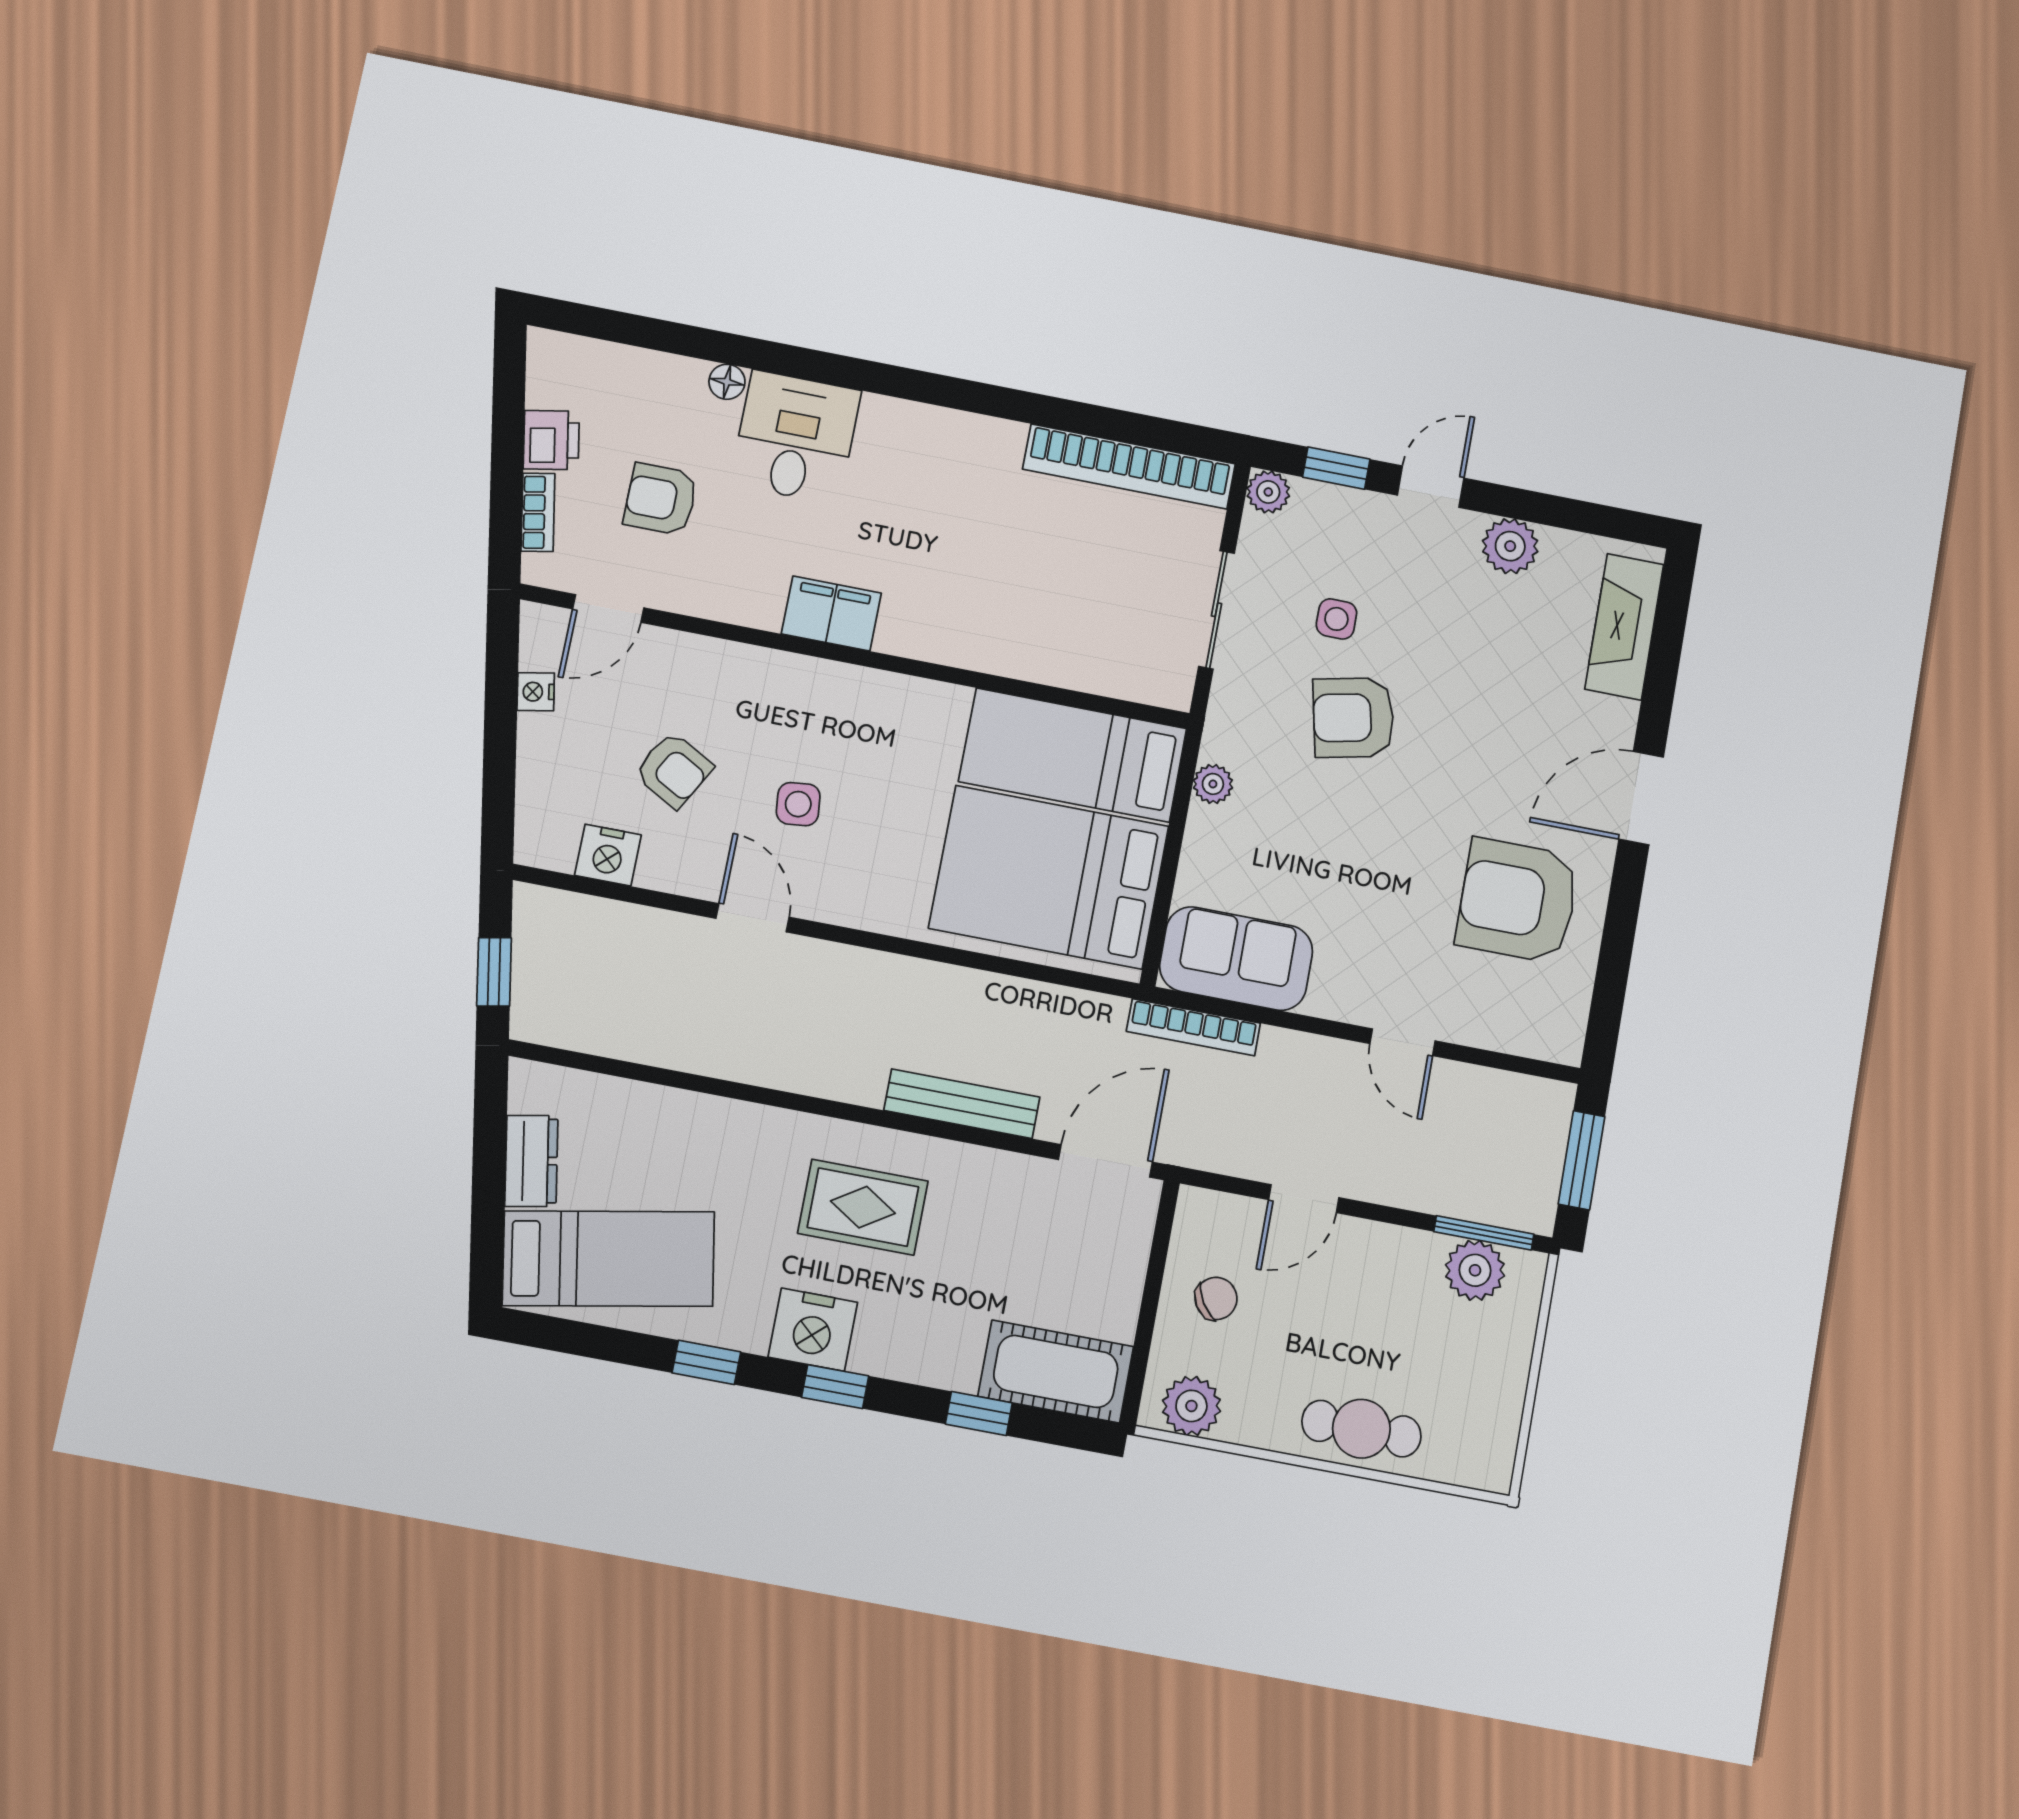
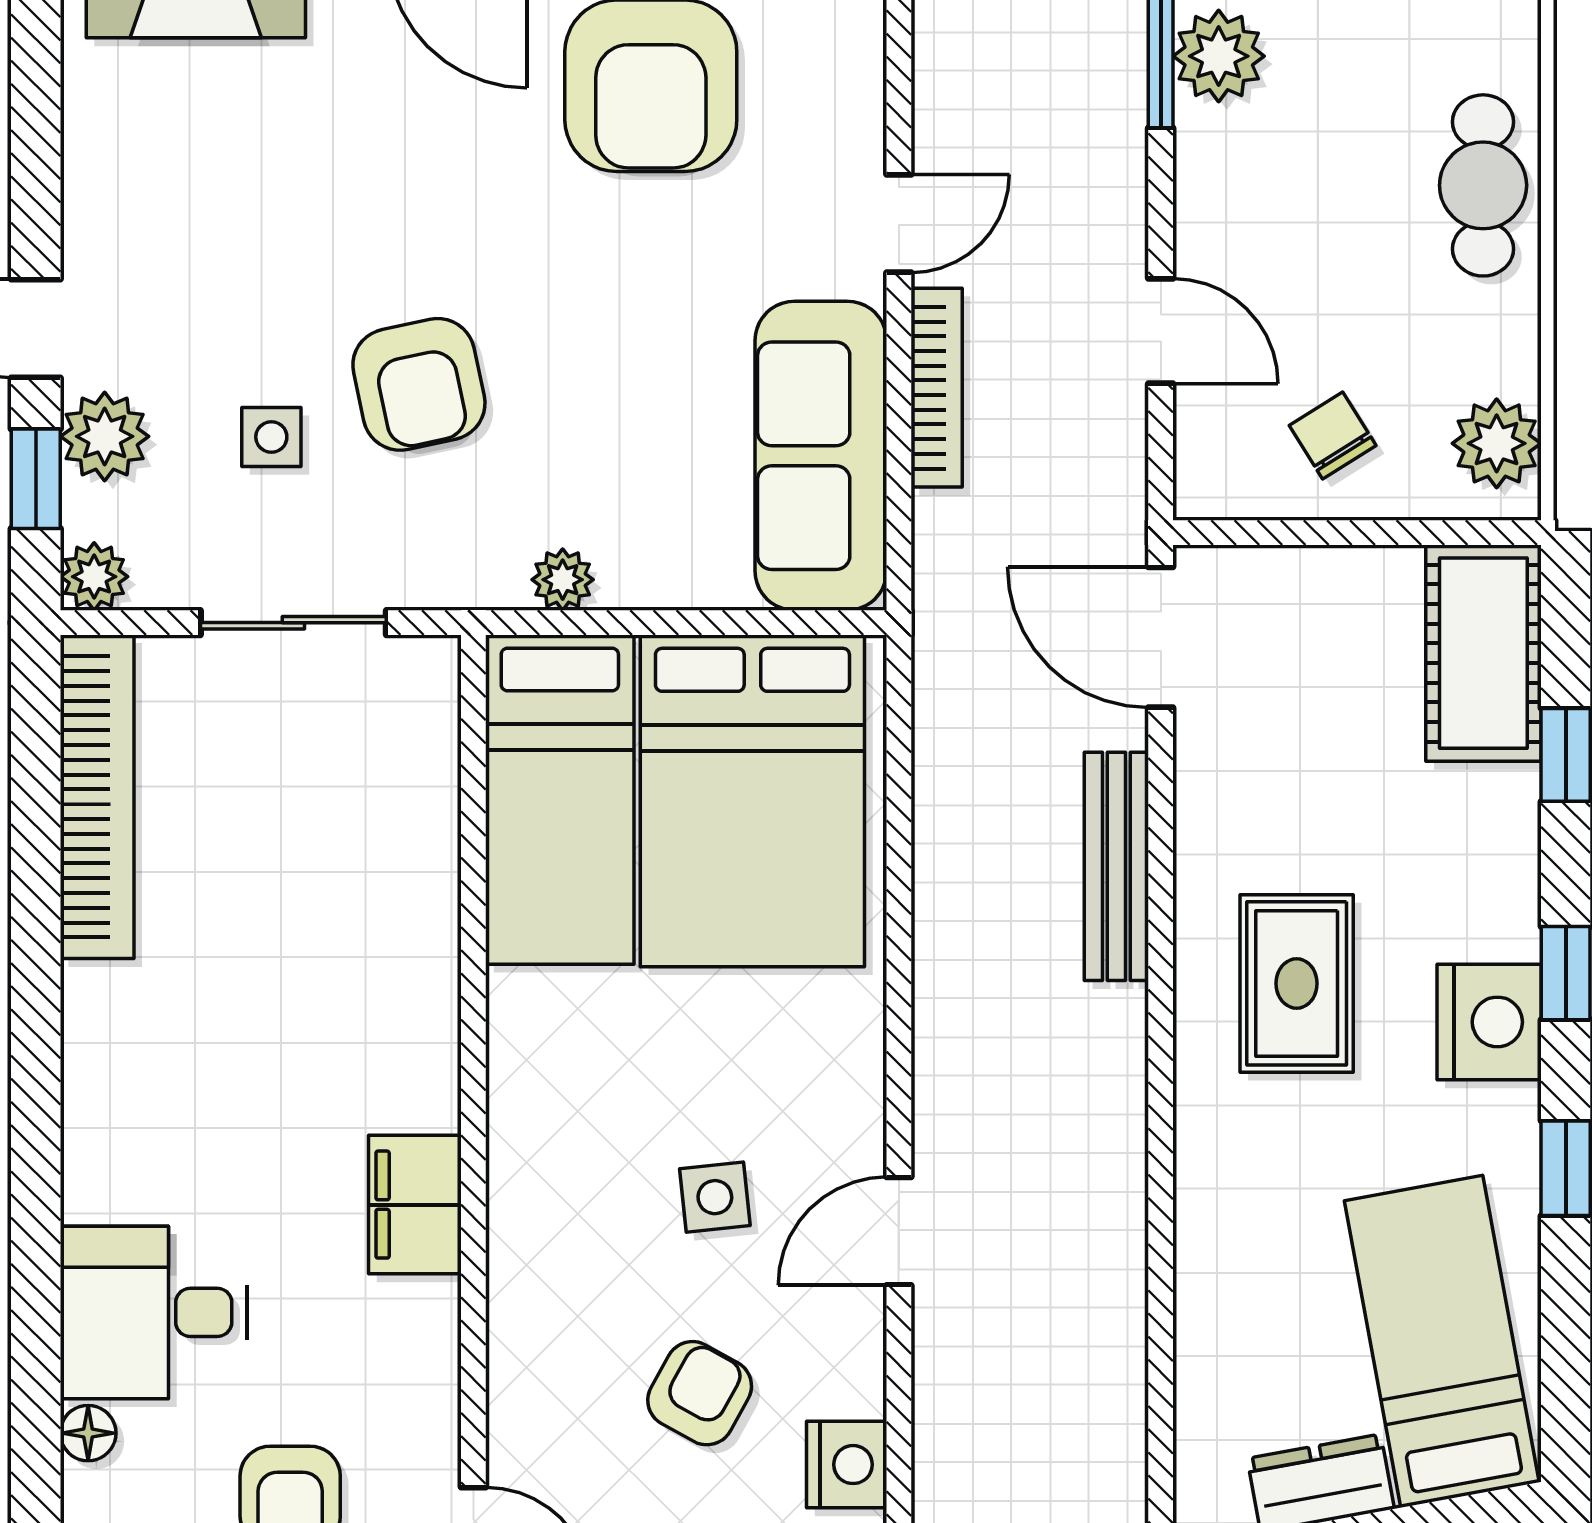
plant: (1510, 546) -> (105, 436), moved
sofa: (1236, 959) -> (821, 456), width x1.36
bookcase: (1193, 1027) -> (937, 388), moved

